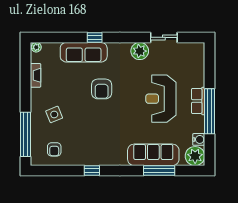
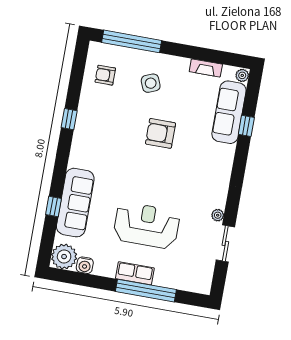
window: (95, 37) -> (246, 126), moved
plant: (140, 51) -> (218, 215), width x0.53, depth x0.53
sofa: (84, 52) -> (229, 112), moved
armchair: (102, 89) -> (161, 133), moved
window: (210, 111) -> (146, 291), moved
window: (159, 171) -> (54, 207), width x0.46

